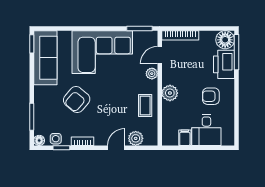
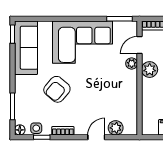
plant: (170, 93) -> (150, 70), moved
coffee table: (145, 106) -> (125, 95), removed

